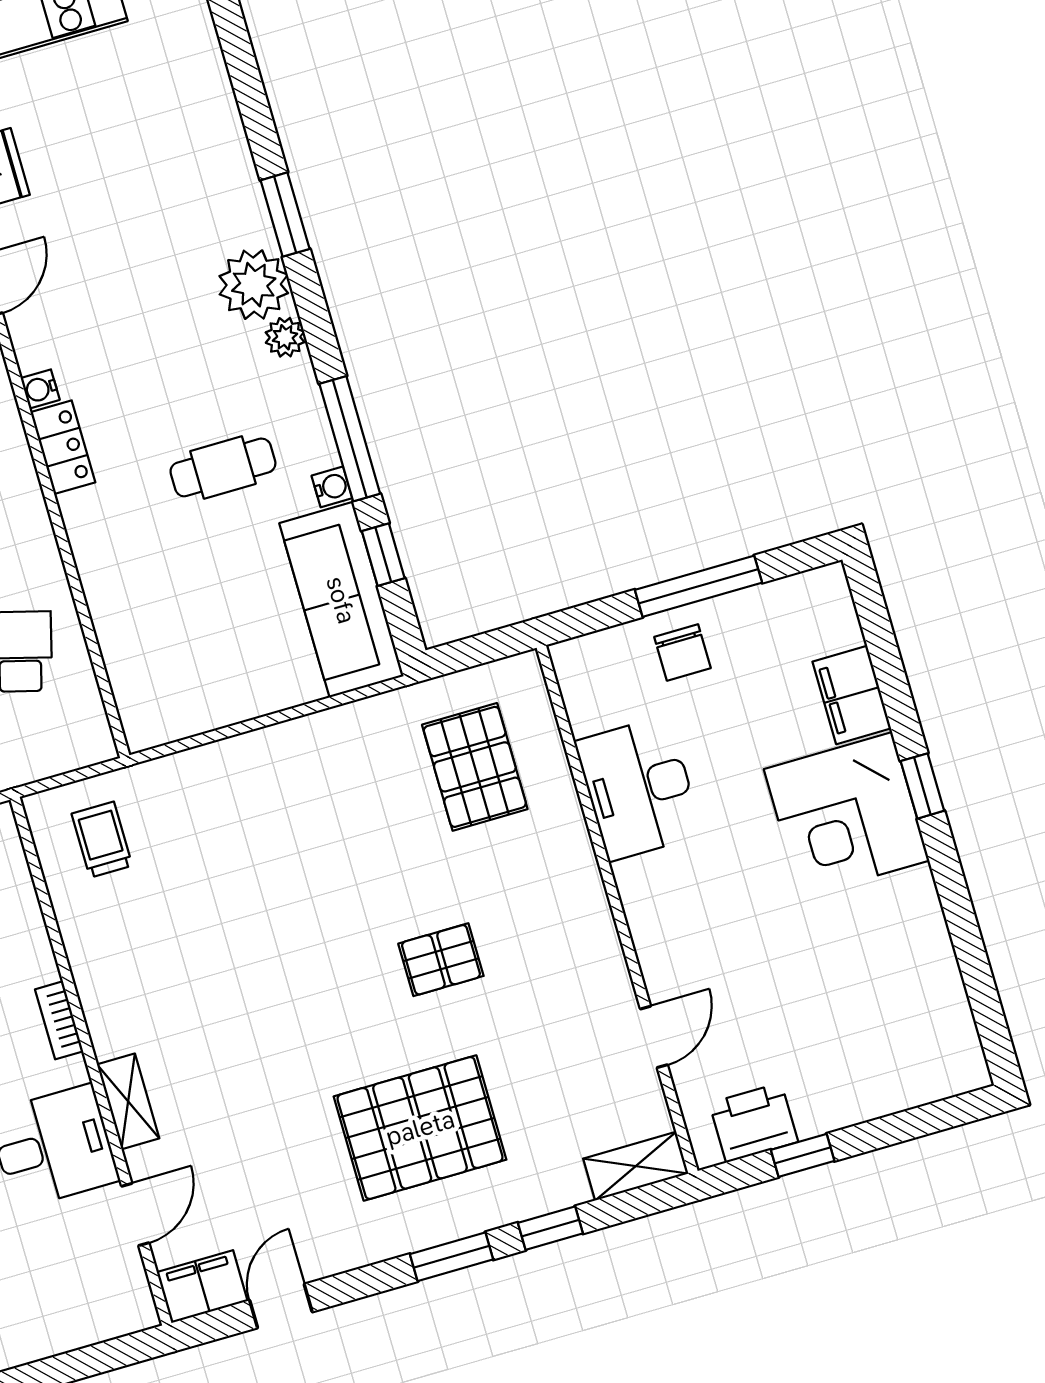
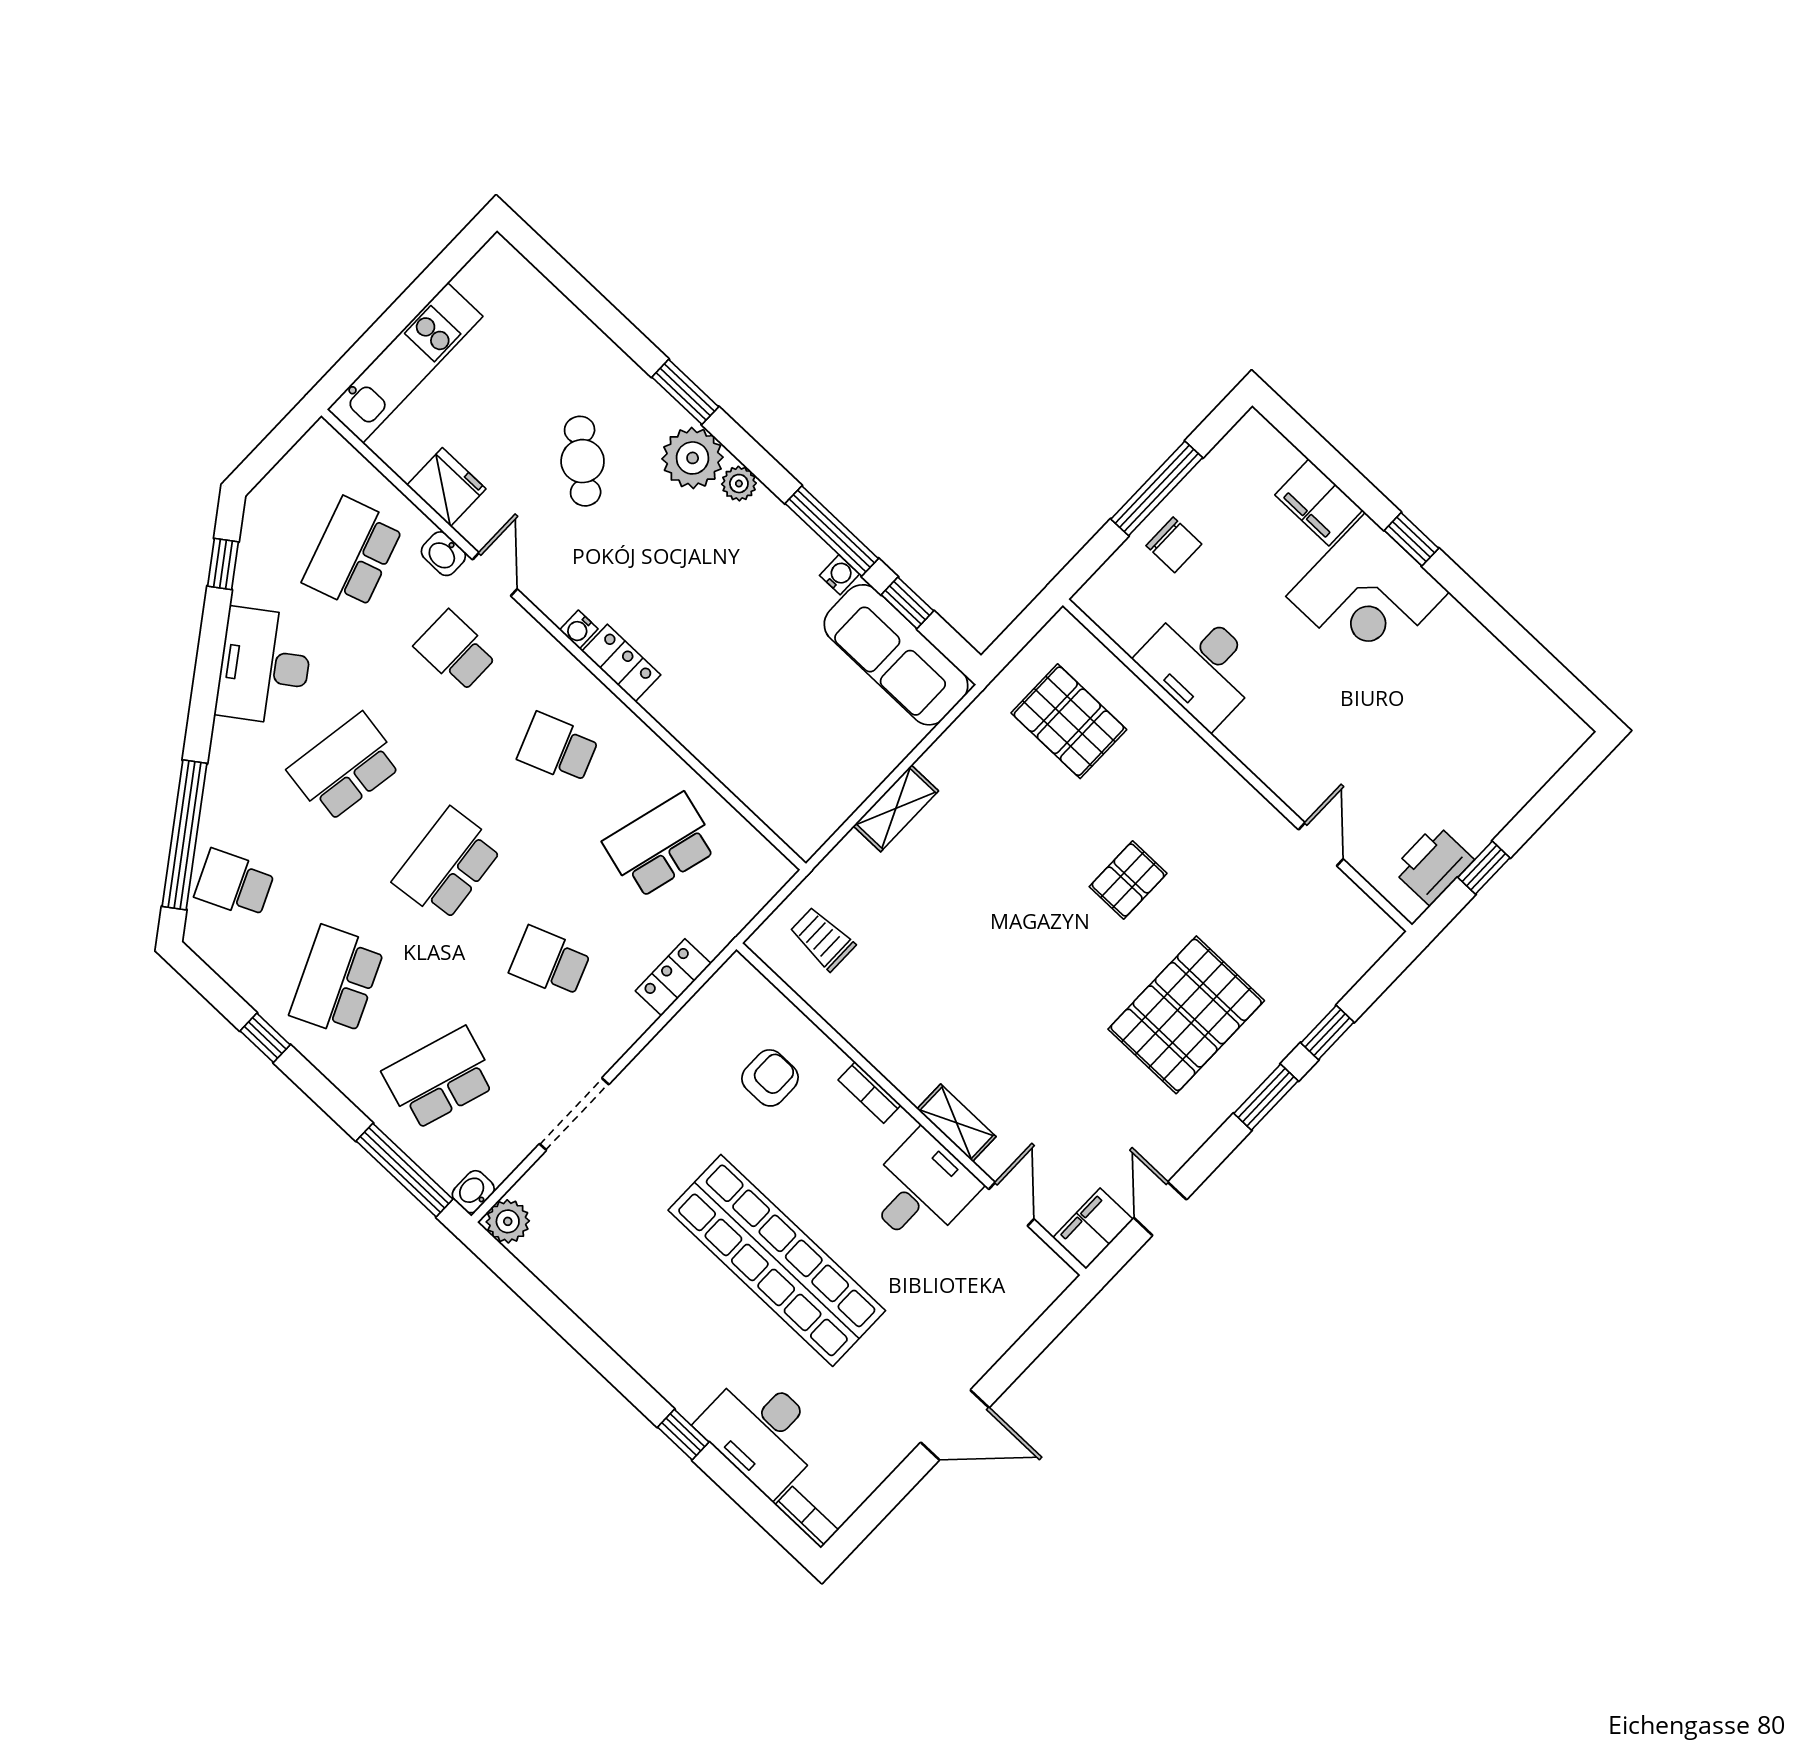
cafe table: (223, 467) -> (583, 461), moved, turned -49
shelving: (636, 1166) -> (896, 808), moved

